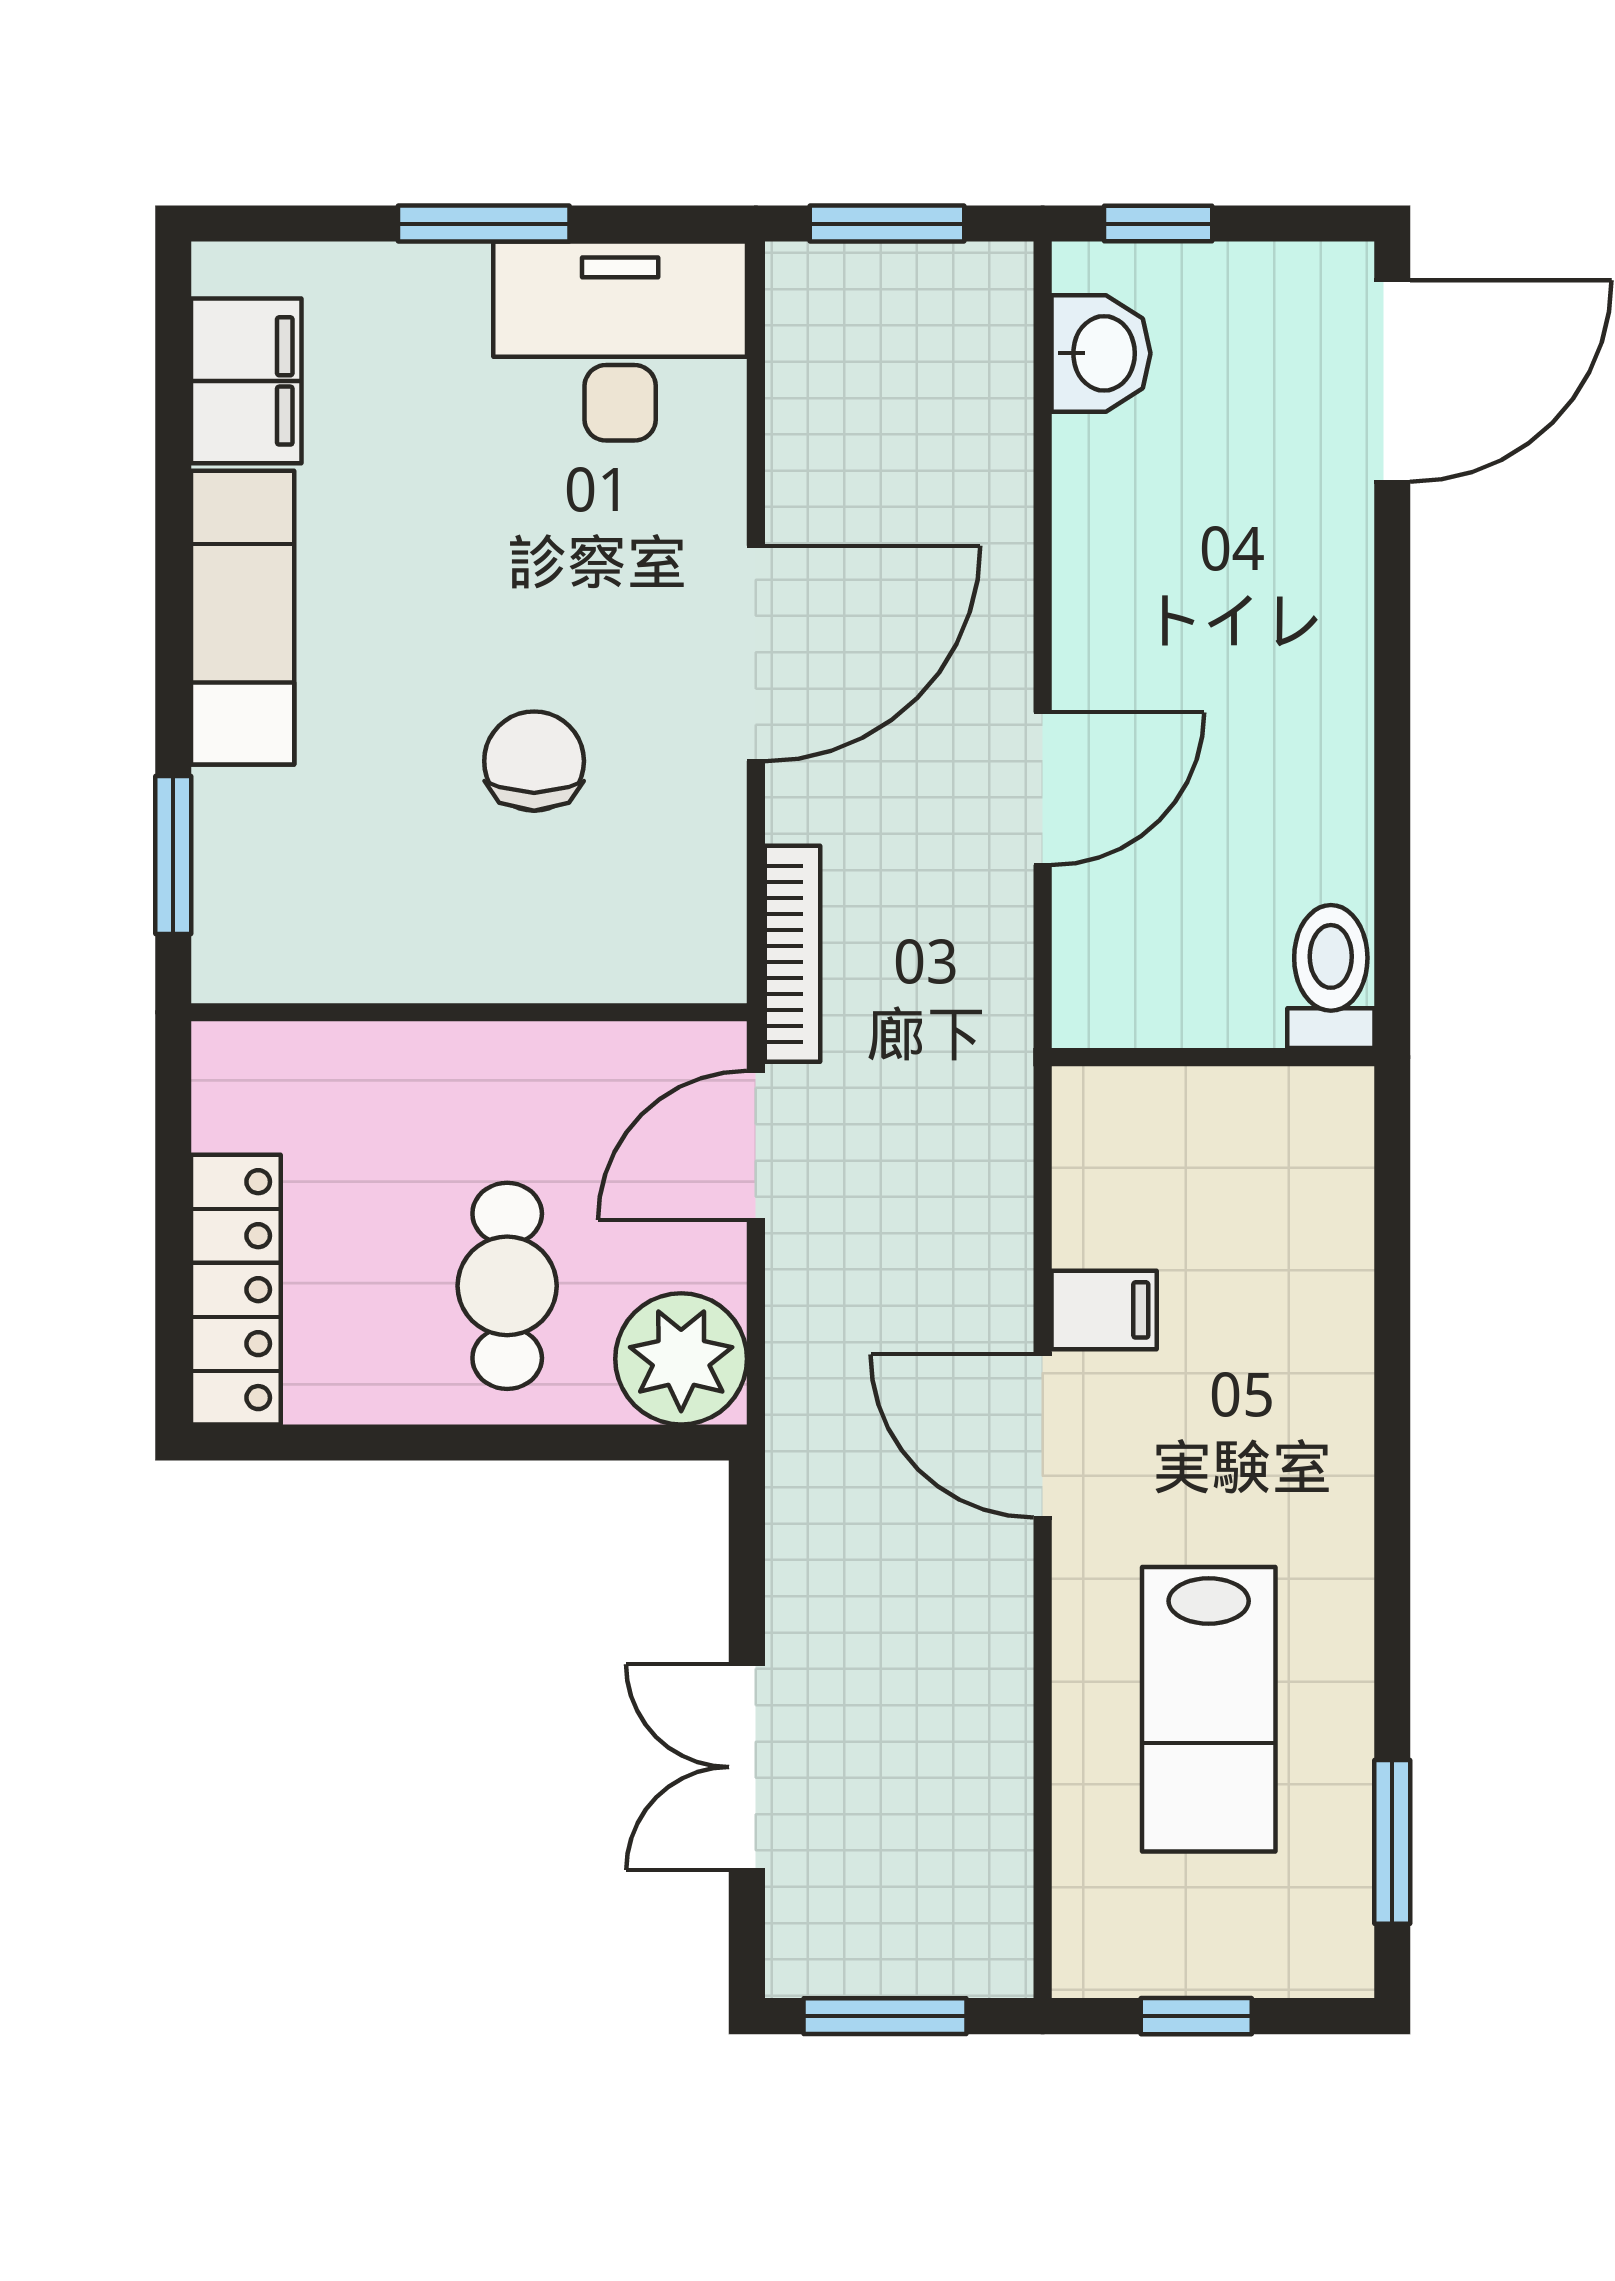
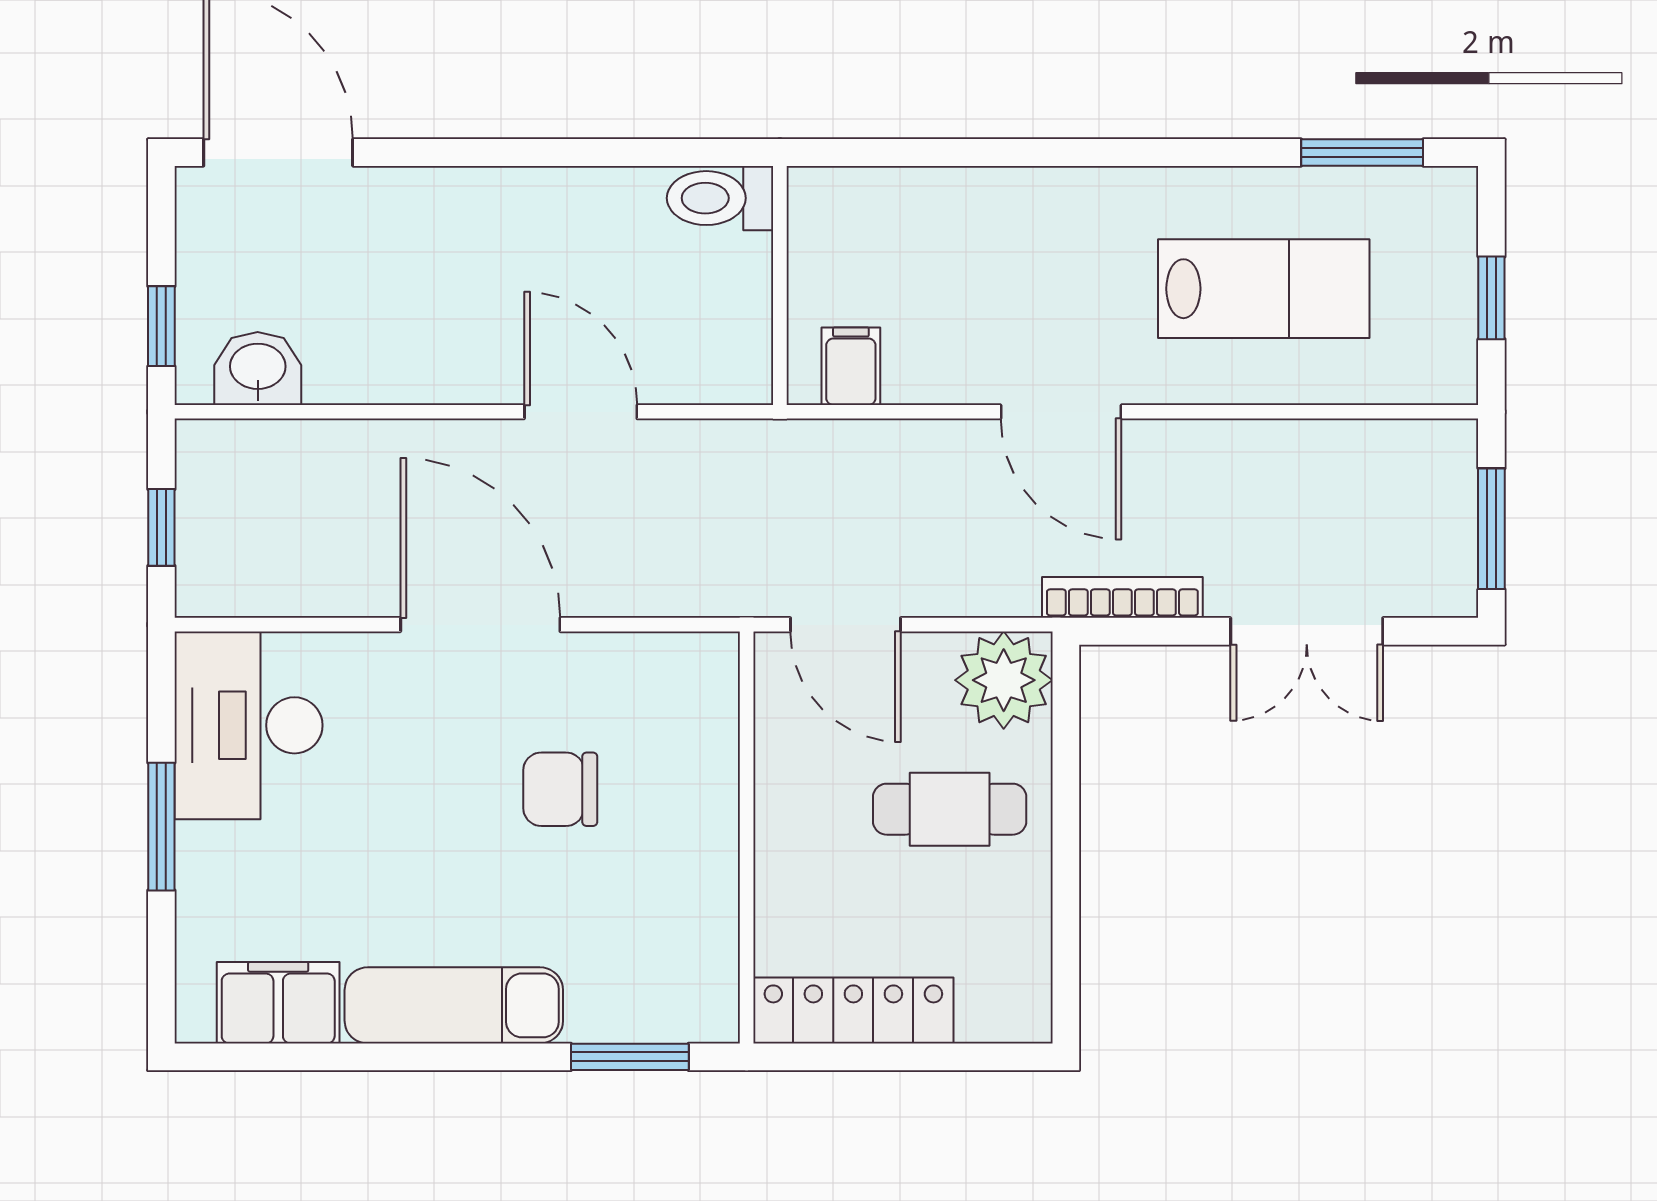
window: (887, 224) -> (161, 527), width x0.67
bookcase: (793, 954) -> (1122, 597), moved
locker: (236, 1290) -> (853, 1010), moved
filing cabinet: (1104, 1310) -> (851, 366), moved
door: (1043, 1436) -> (1061, 412), hinge flipped

